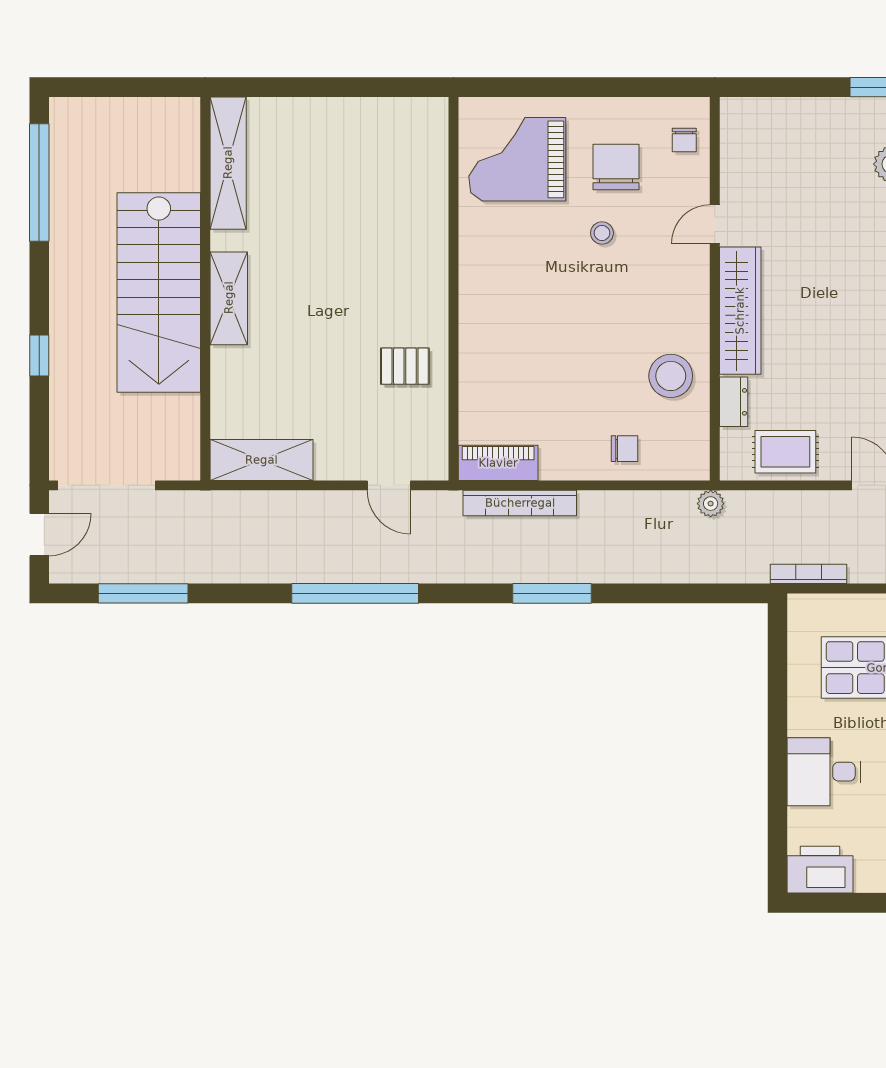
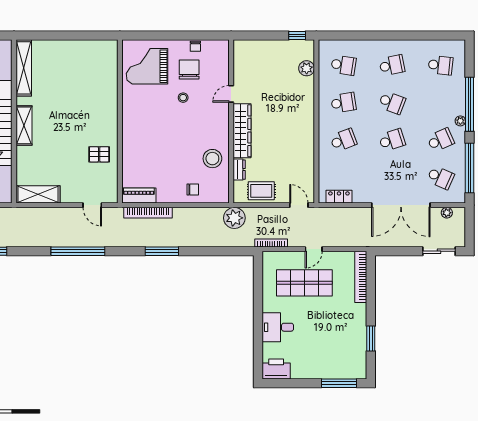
chair: (684, 140) -> (195, 46), moved
plant: (711, 504) -> (234, 218), width x1.87, depth x1.87

